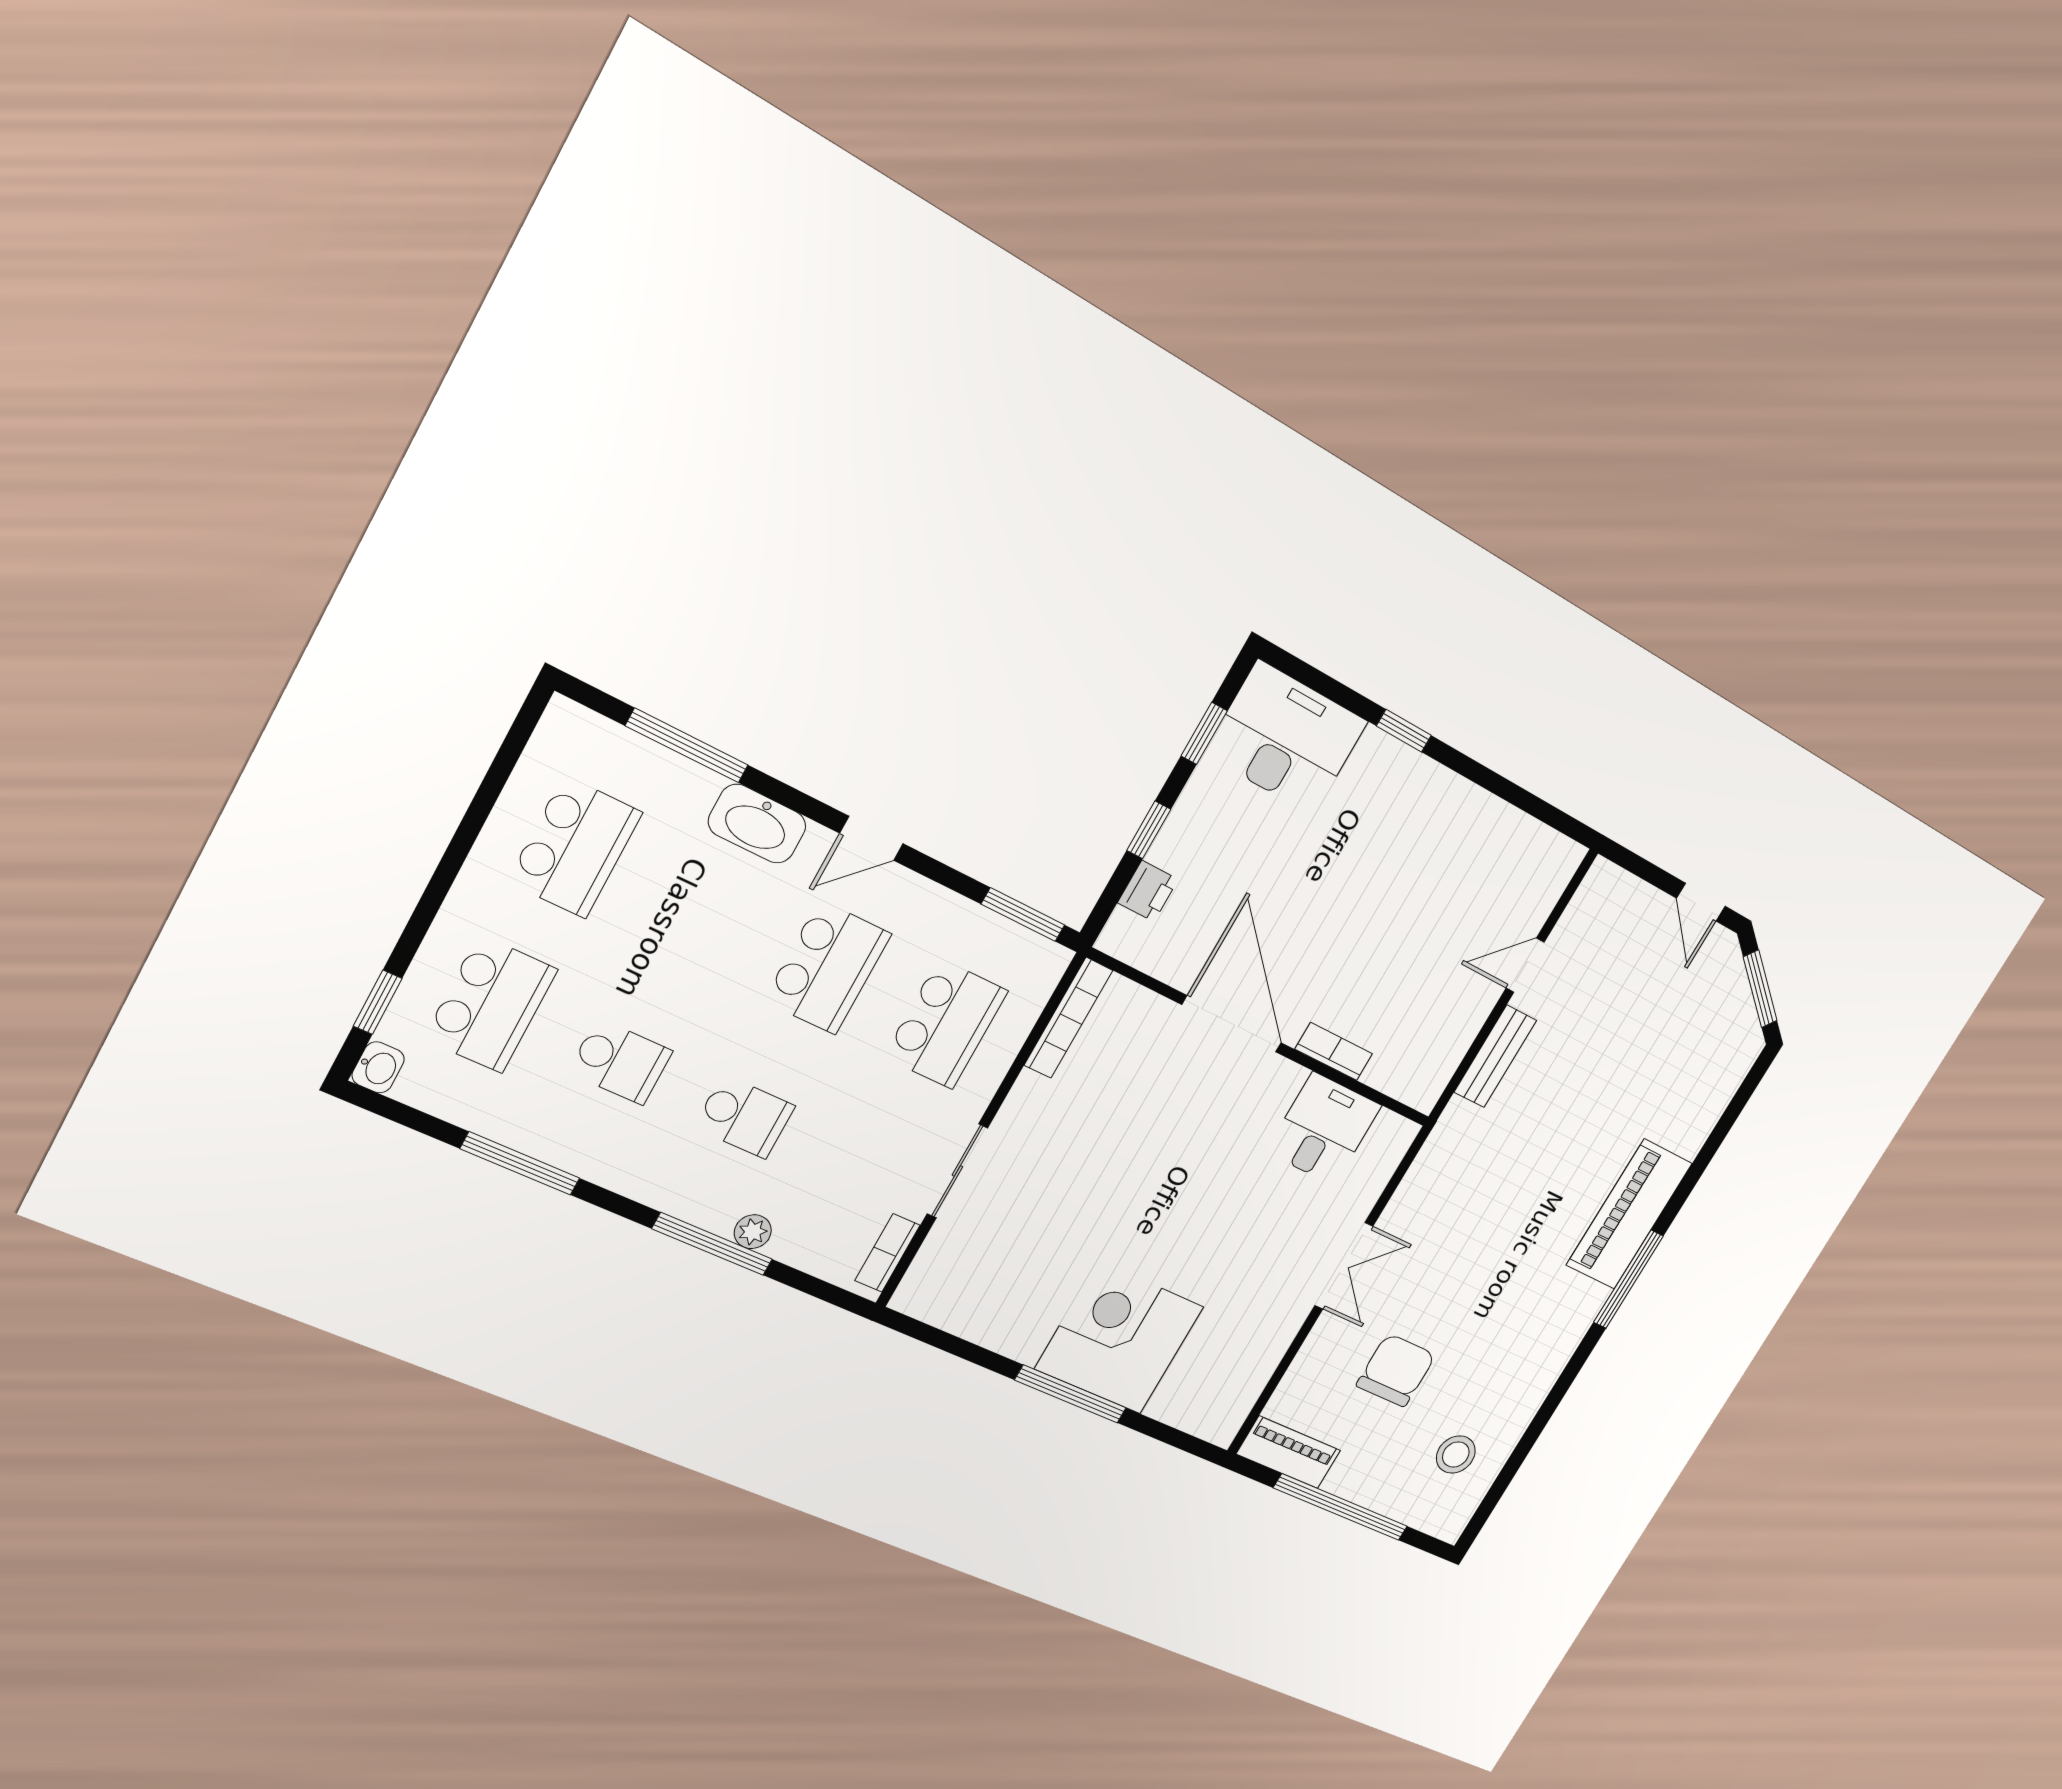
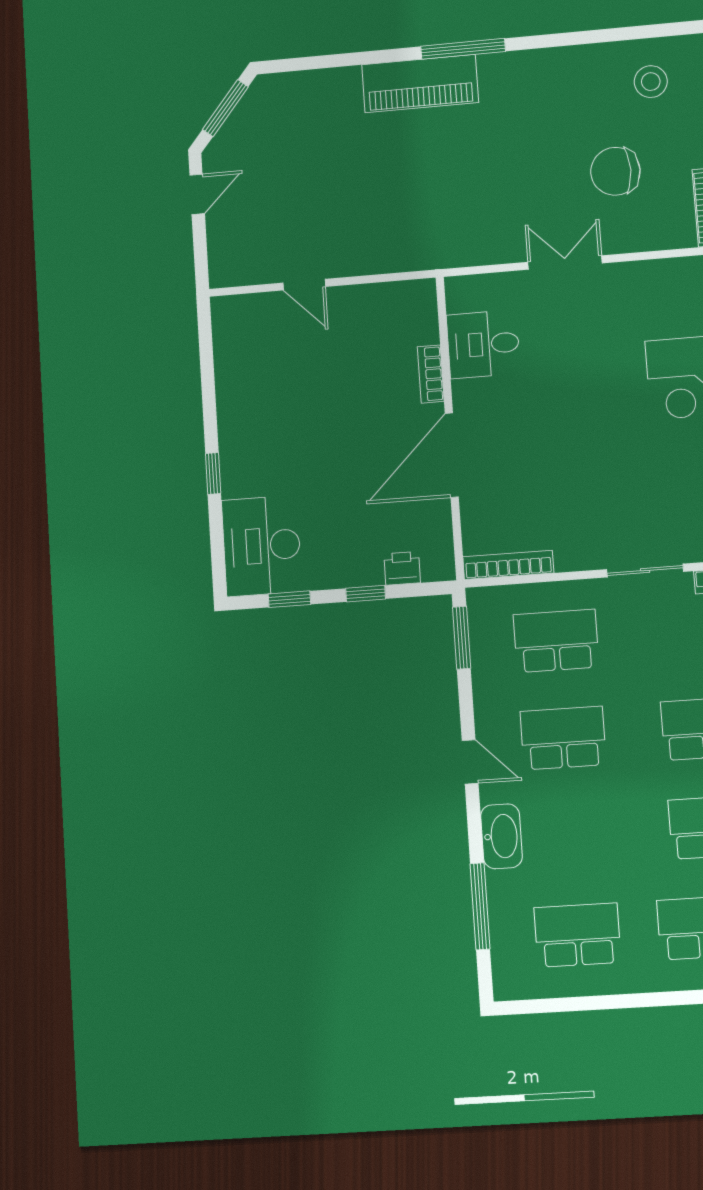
bench: (1495, 1056) -> (372, 261), removed

